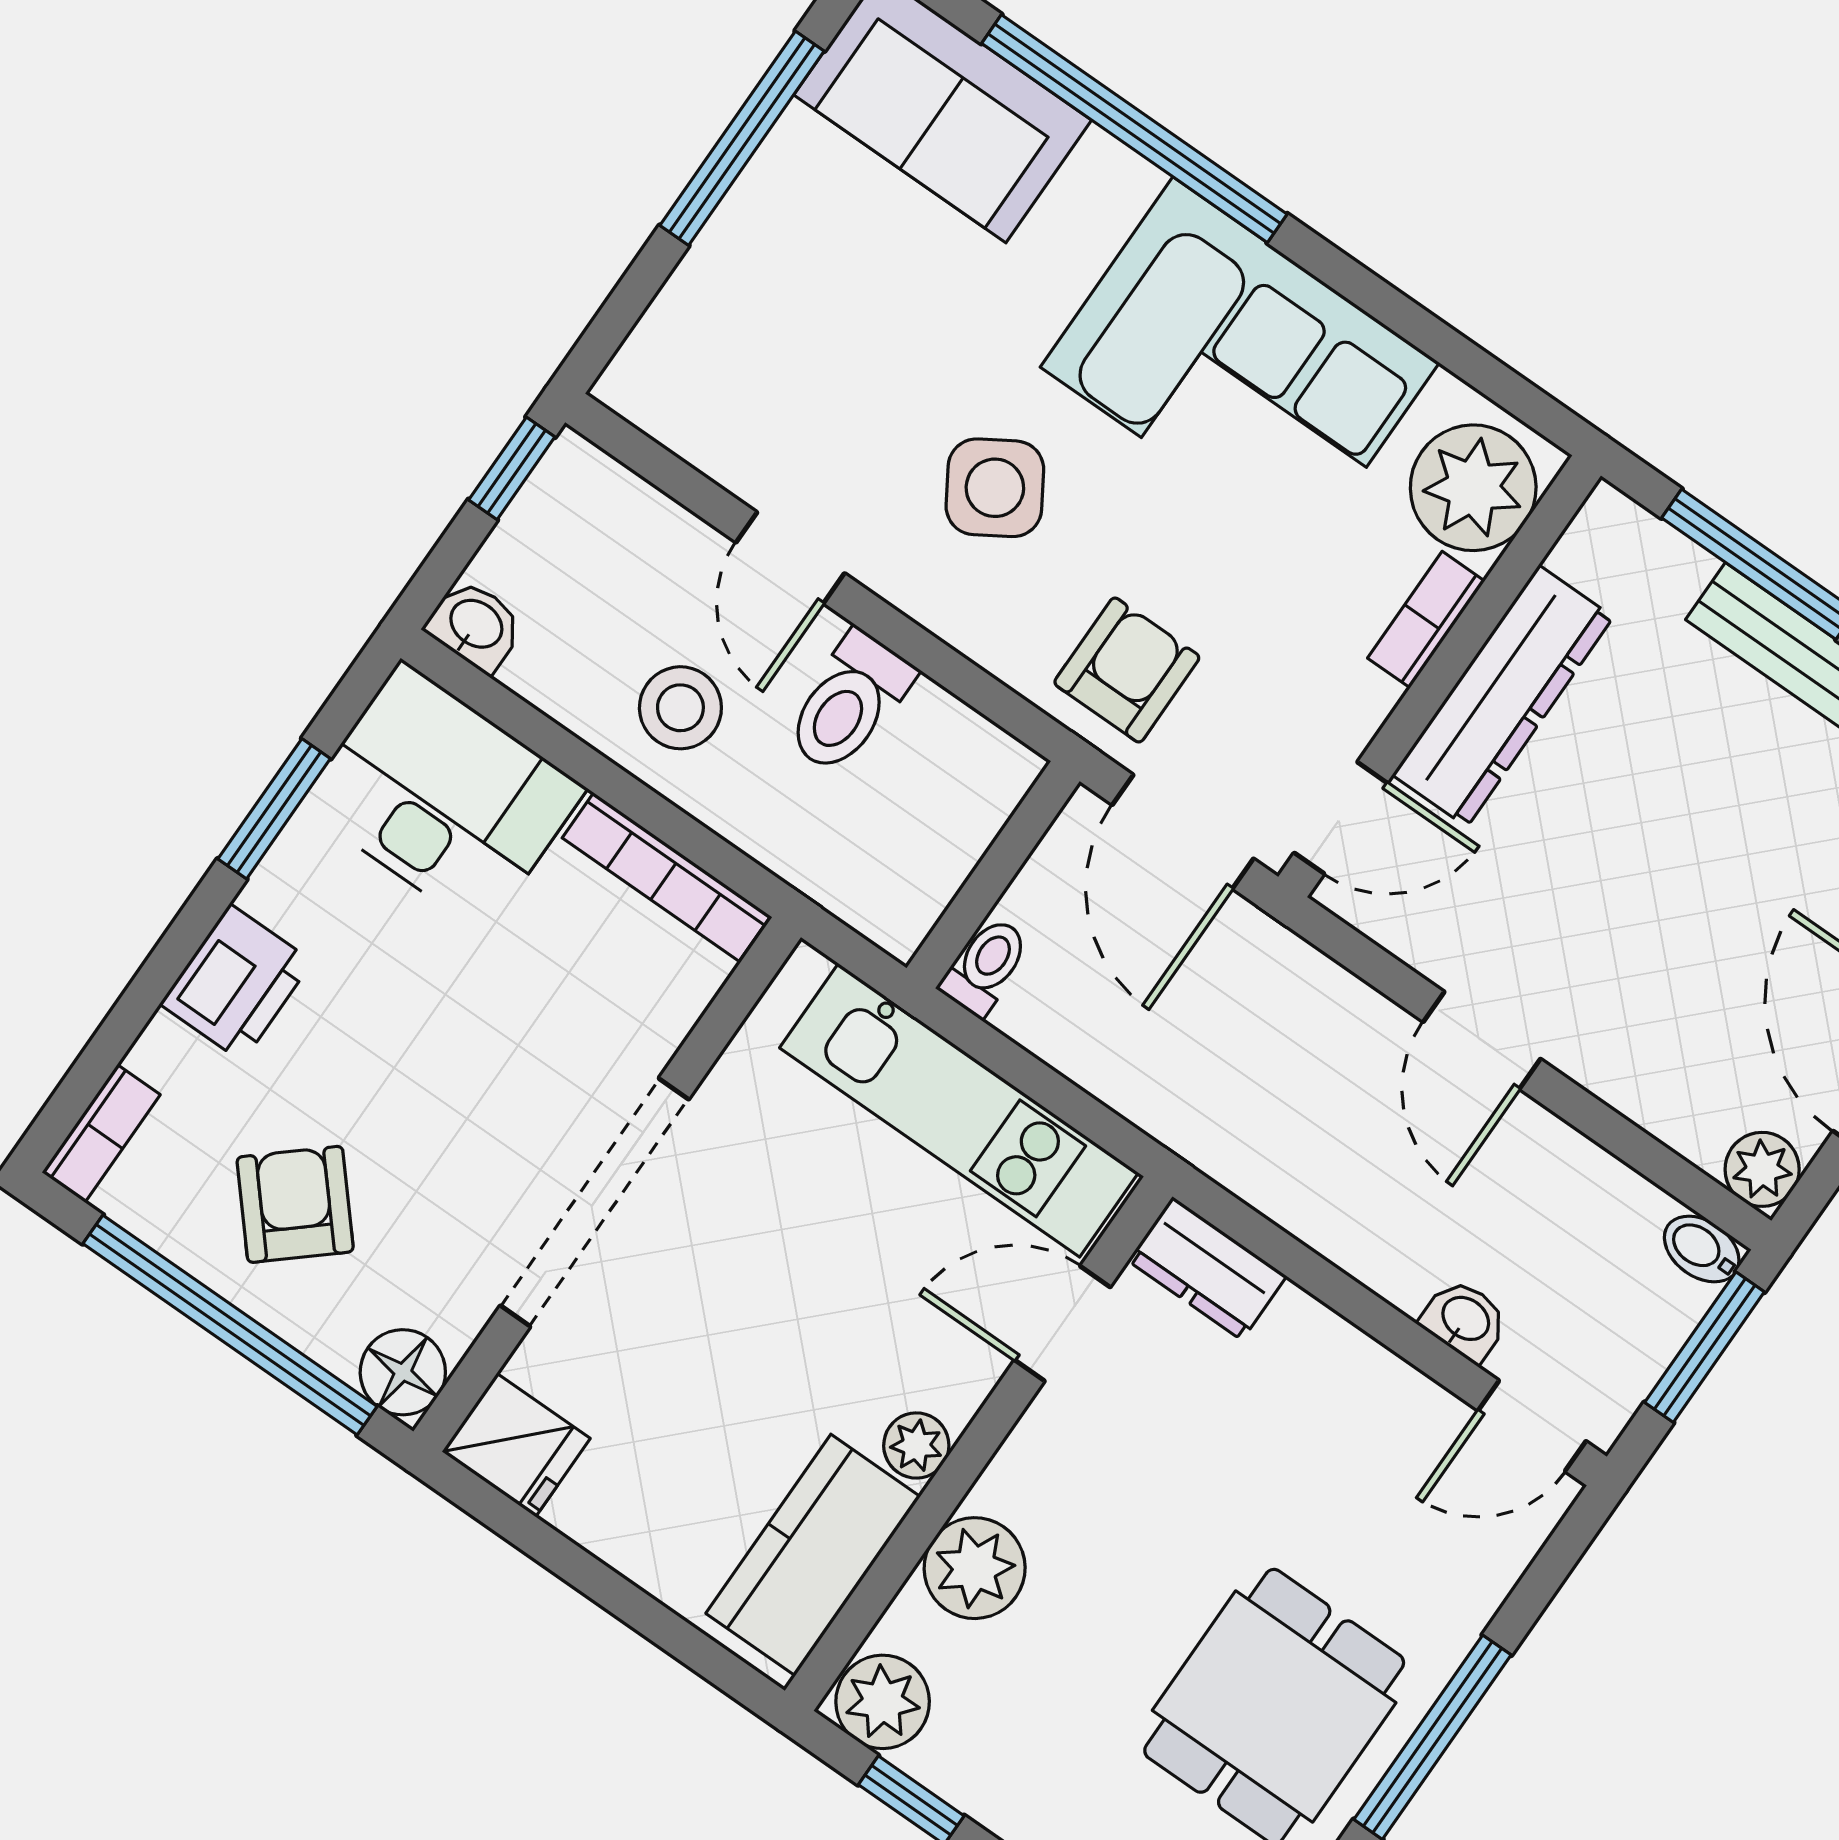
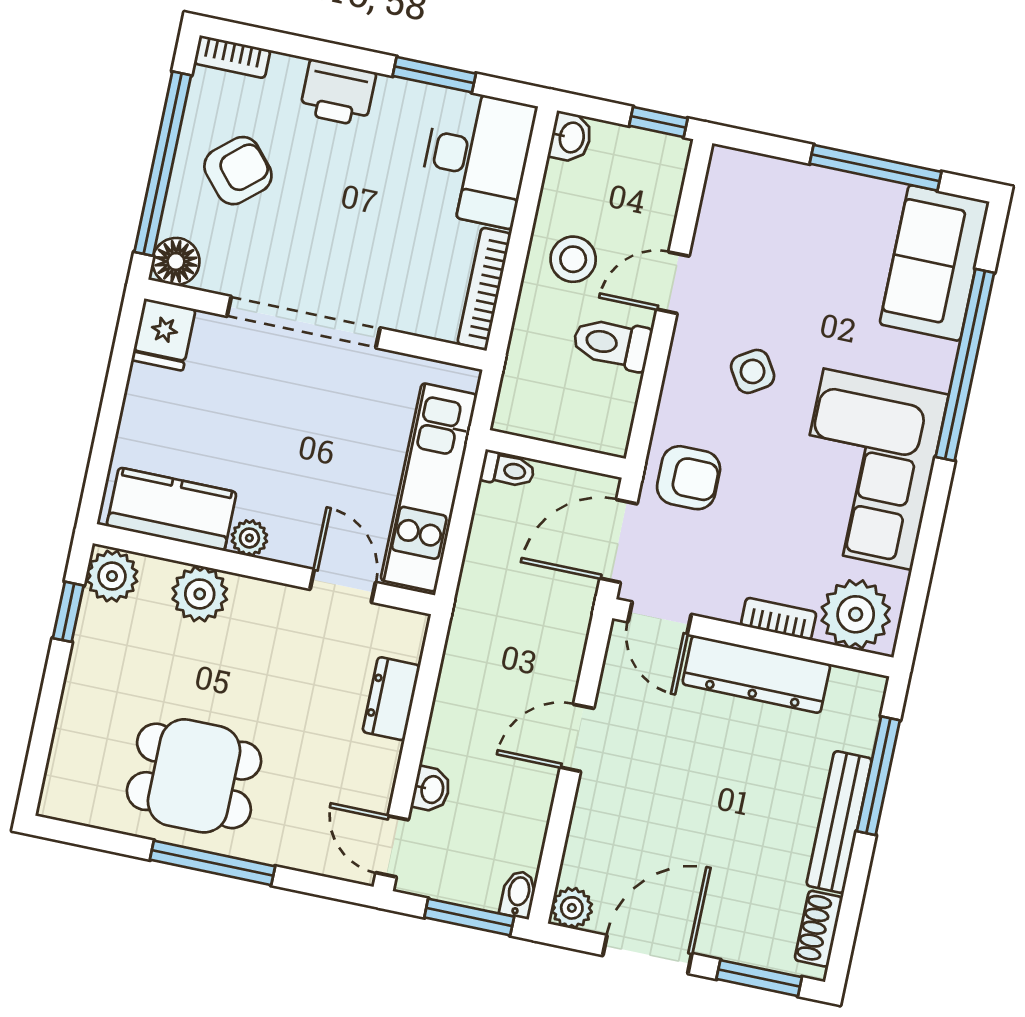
side table: (995, 488) -> (753, 371), width x0.73, depth x0.73
dresser: (1207, 1268) -> (391, 699), moved

